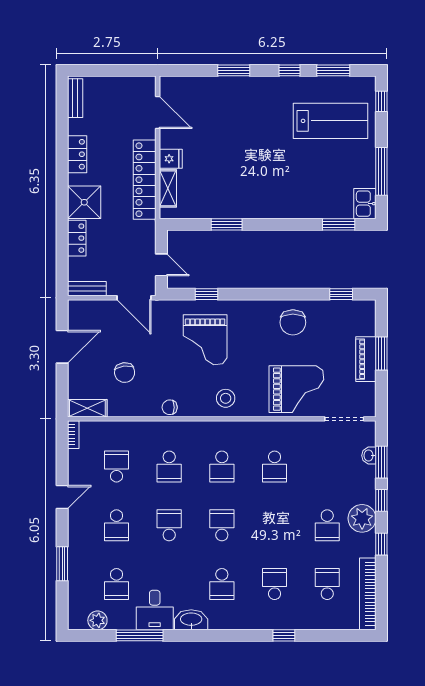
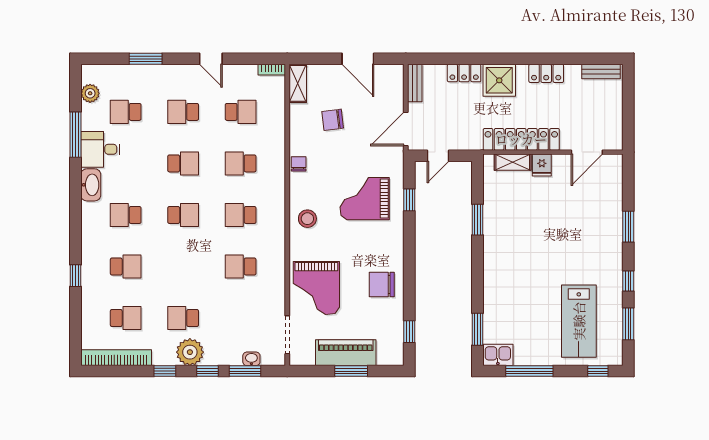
piano: (366, 359) -> (346, 353), width x1.37, depth x1.33

